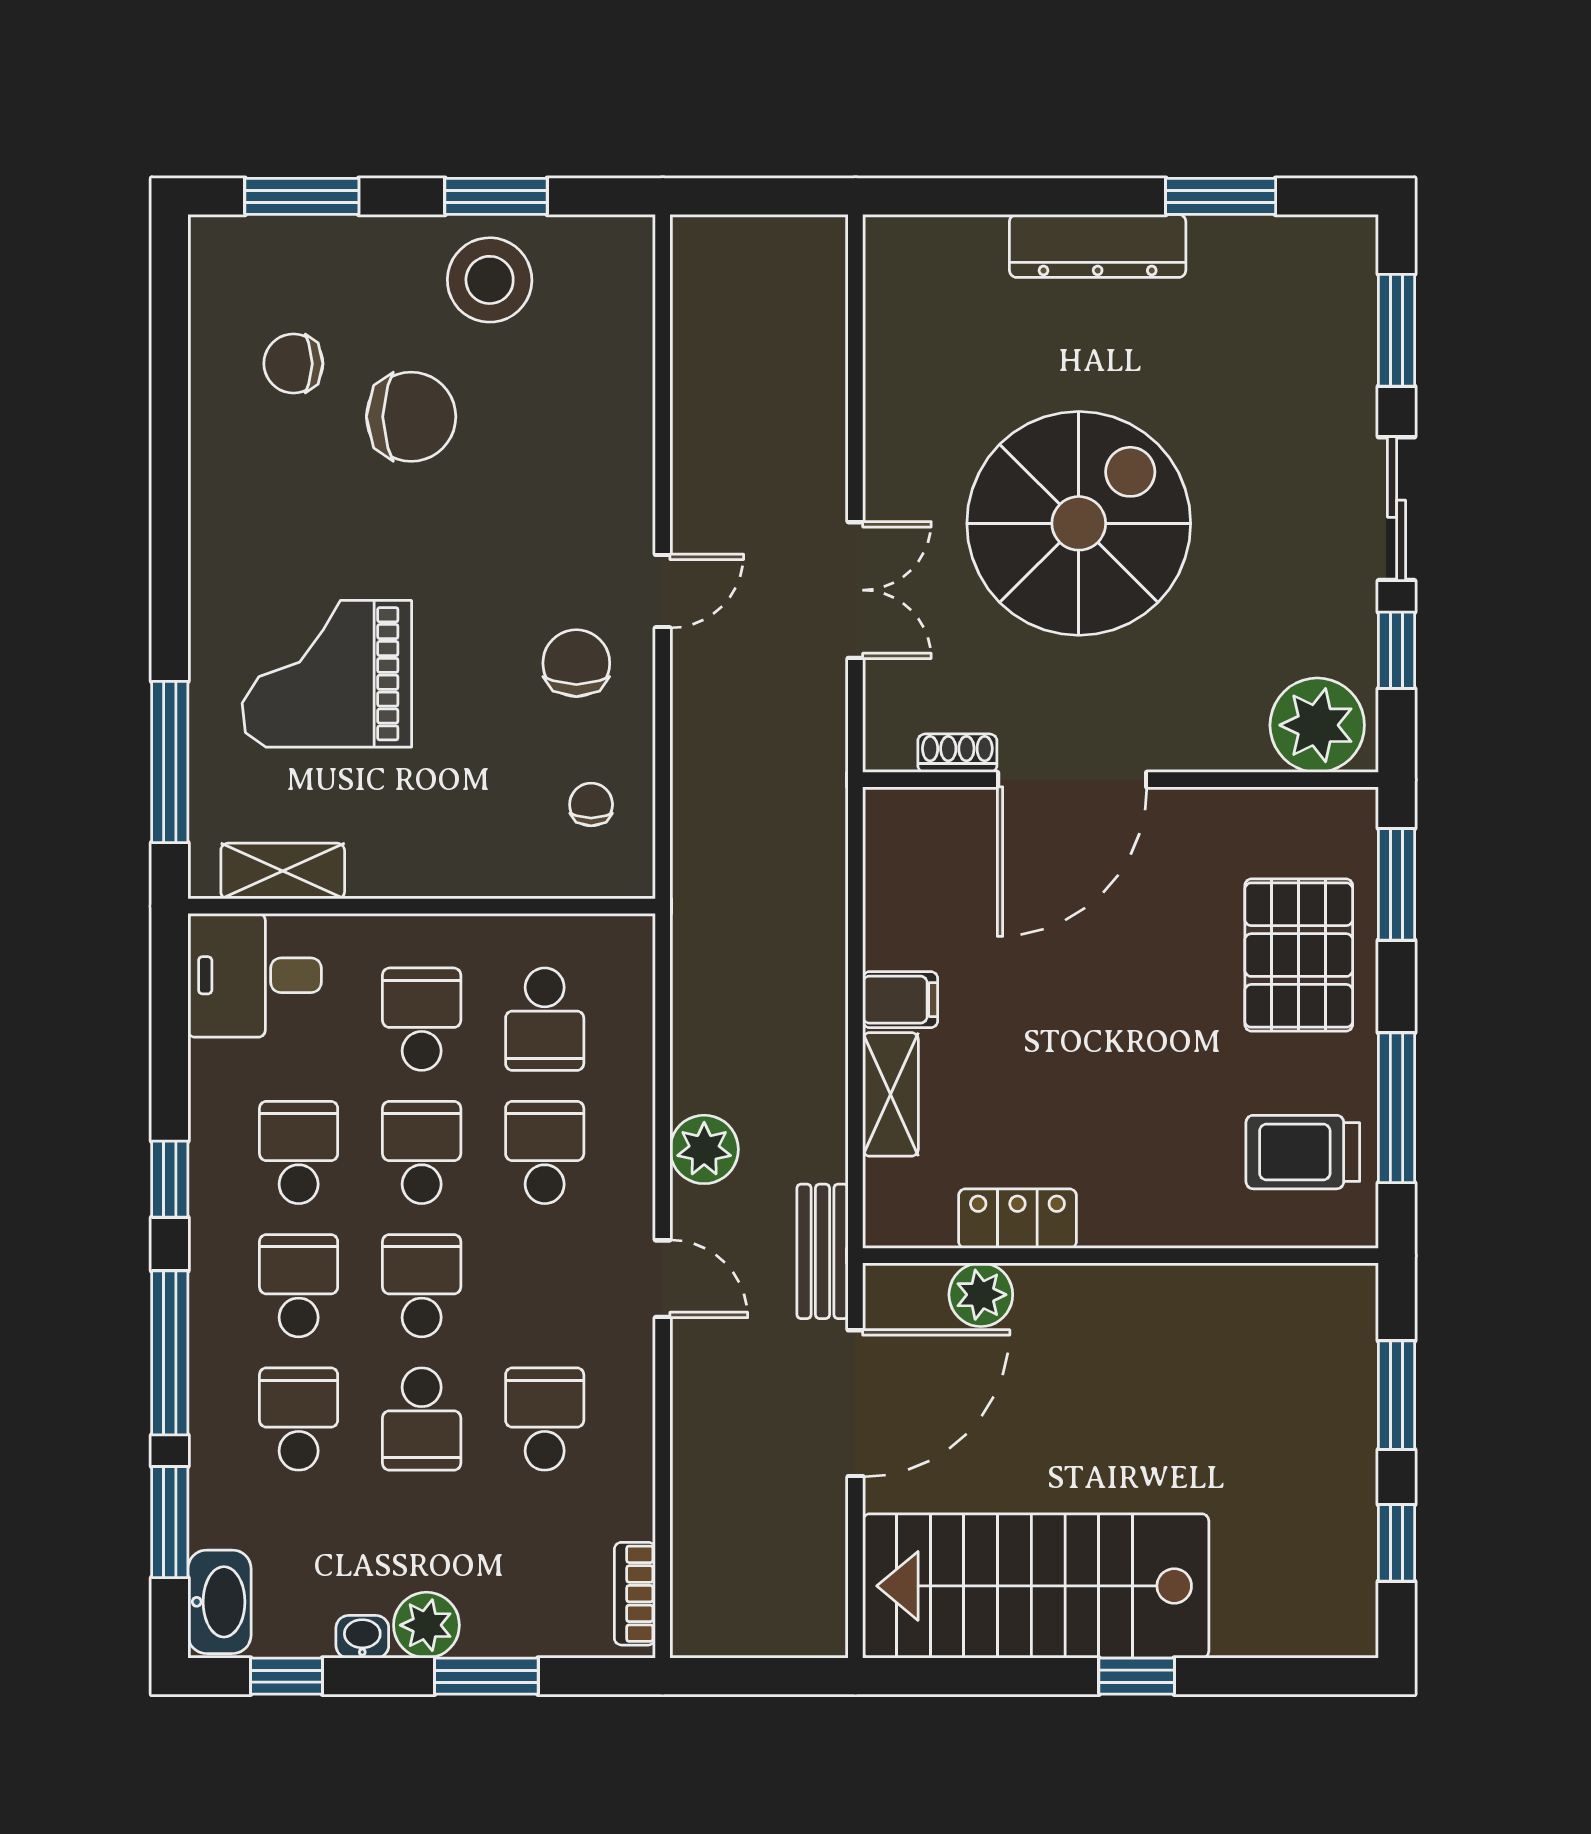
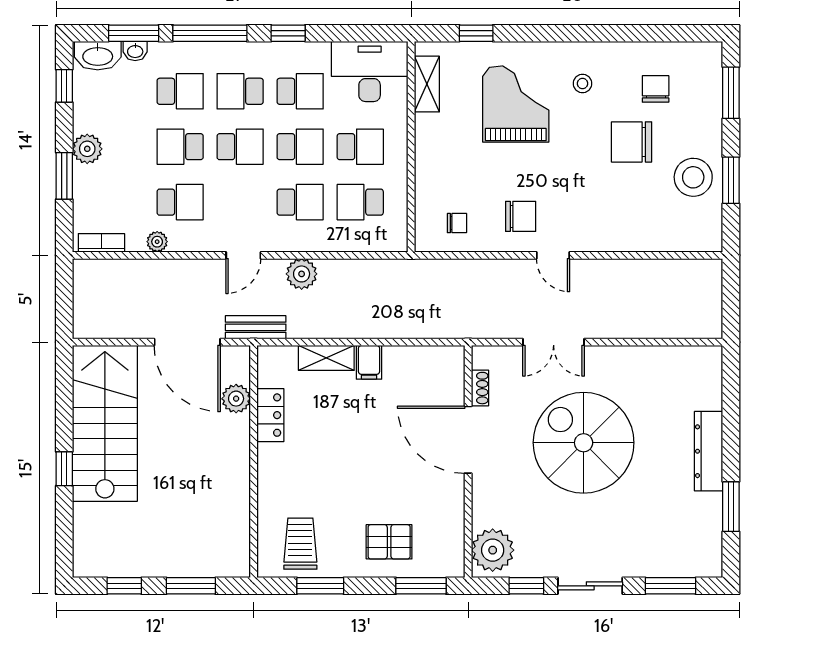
chair: (411, 417) -> (632, 142), turned 90
spiral stairs: (1079, 523) -> (584, 443), turned 180
stool: (281, 526) -> (583, 83), added
window: (170, 762) -> (476, 33), width x0.46
pallet: (1299, 955) -> (389, 542), width x0.67, depth x0.71
desk: (255, 975) -> (370, 71), width x1.37
window: (1397, 1108) -> (320, 586), width x0.69
school desk: (299, 1286) -> (240, 91), turned 180
plant: (633, 1470) -> (157, 242), added
washbasin: (362, 1637) -> (135, 51), moved, turned 90

